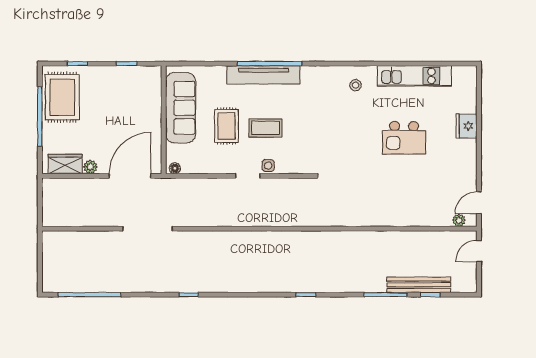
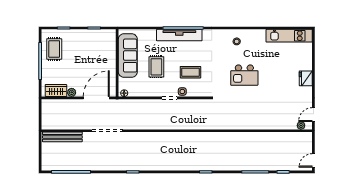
kitchen unit: (414, 76) -> (289, 36), moved
rug: (62, 97) -> (54, 49), width x0.73, depth x0.70
fridge: (467, 126) -> (306, 78), moved
coffee table: (265, 128) -> (190, 72), moved
kitchen island: (404, 138) -> (244, 75), moved
door: (479, 251) -> (313, 160), moved
bench: (419, 285) -> (62, 137), moved

